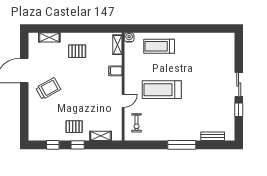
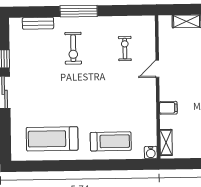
treadmill: (162, 90) -> (52, 139), moved, turned 180
exercise bike: (186, 117) -> (73, 48), added
exercise bike: (137, 123) -> (125, 49), moved

